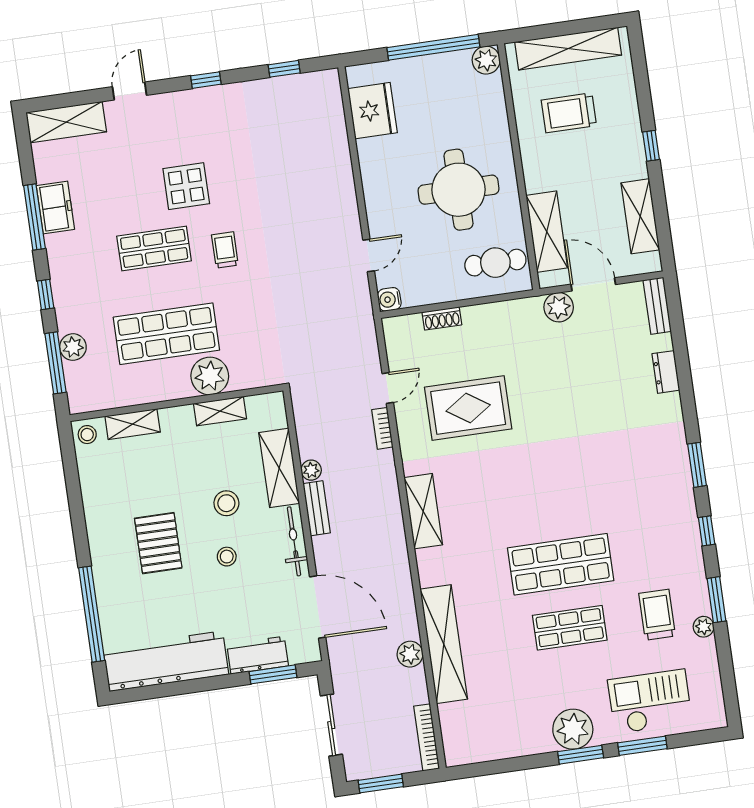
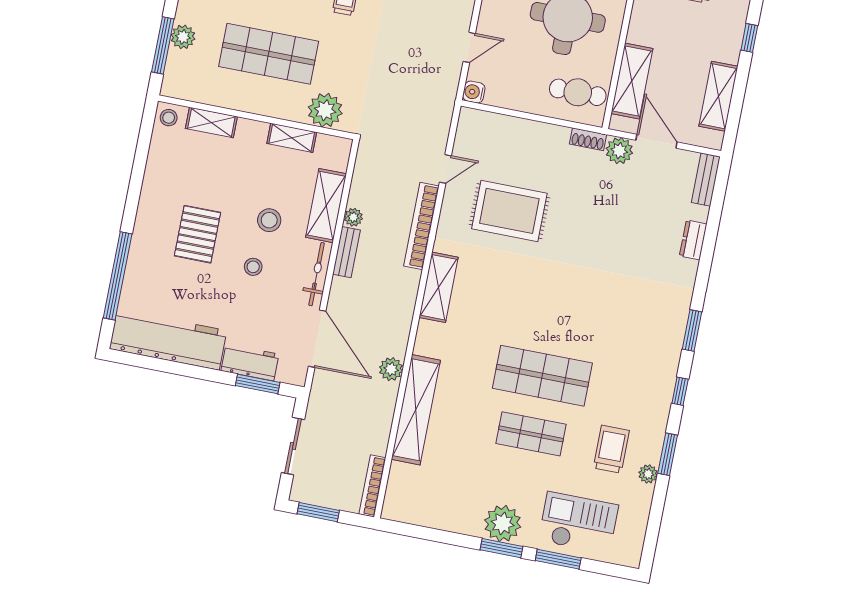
shoe rack: (442, 318) -> (588, 139), moved
plant: (210, 376) -> (325, 110), moved
bookcase: (382, 428) -> (421, 226), width x2.31, depth x1.31
plant: (410, 654) -> (391, 369), moved

